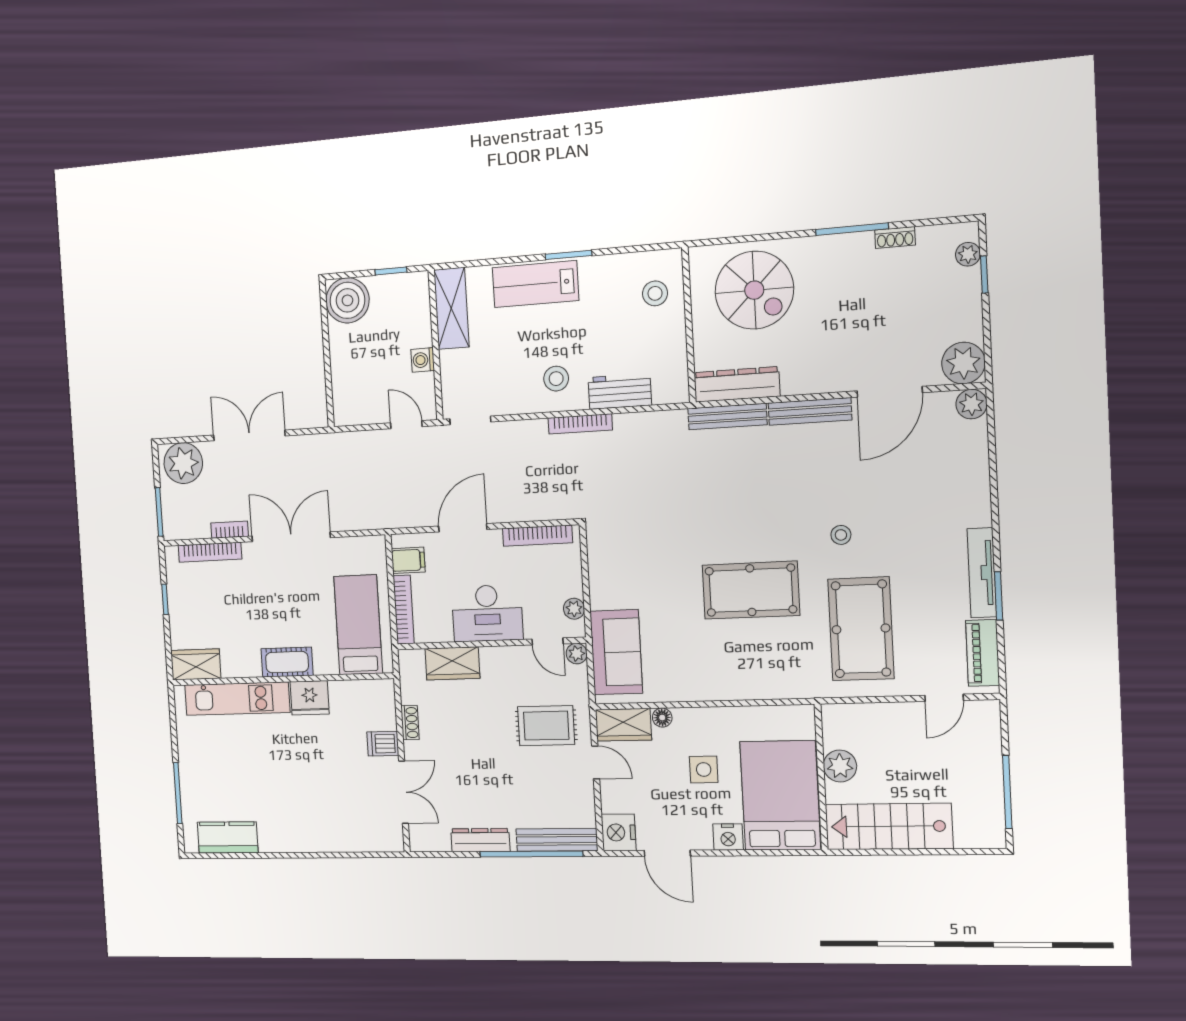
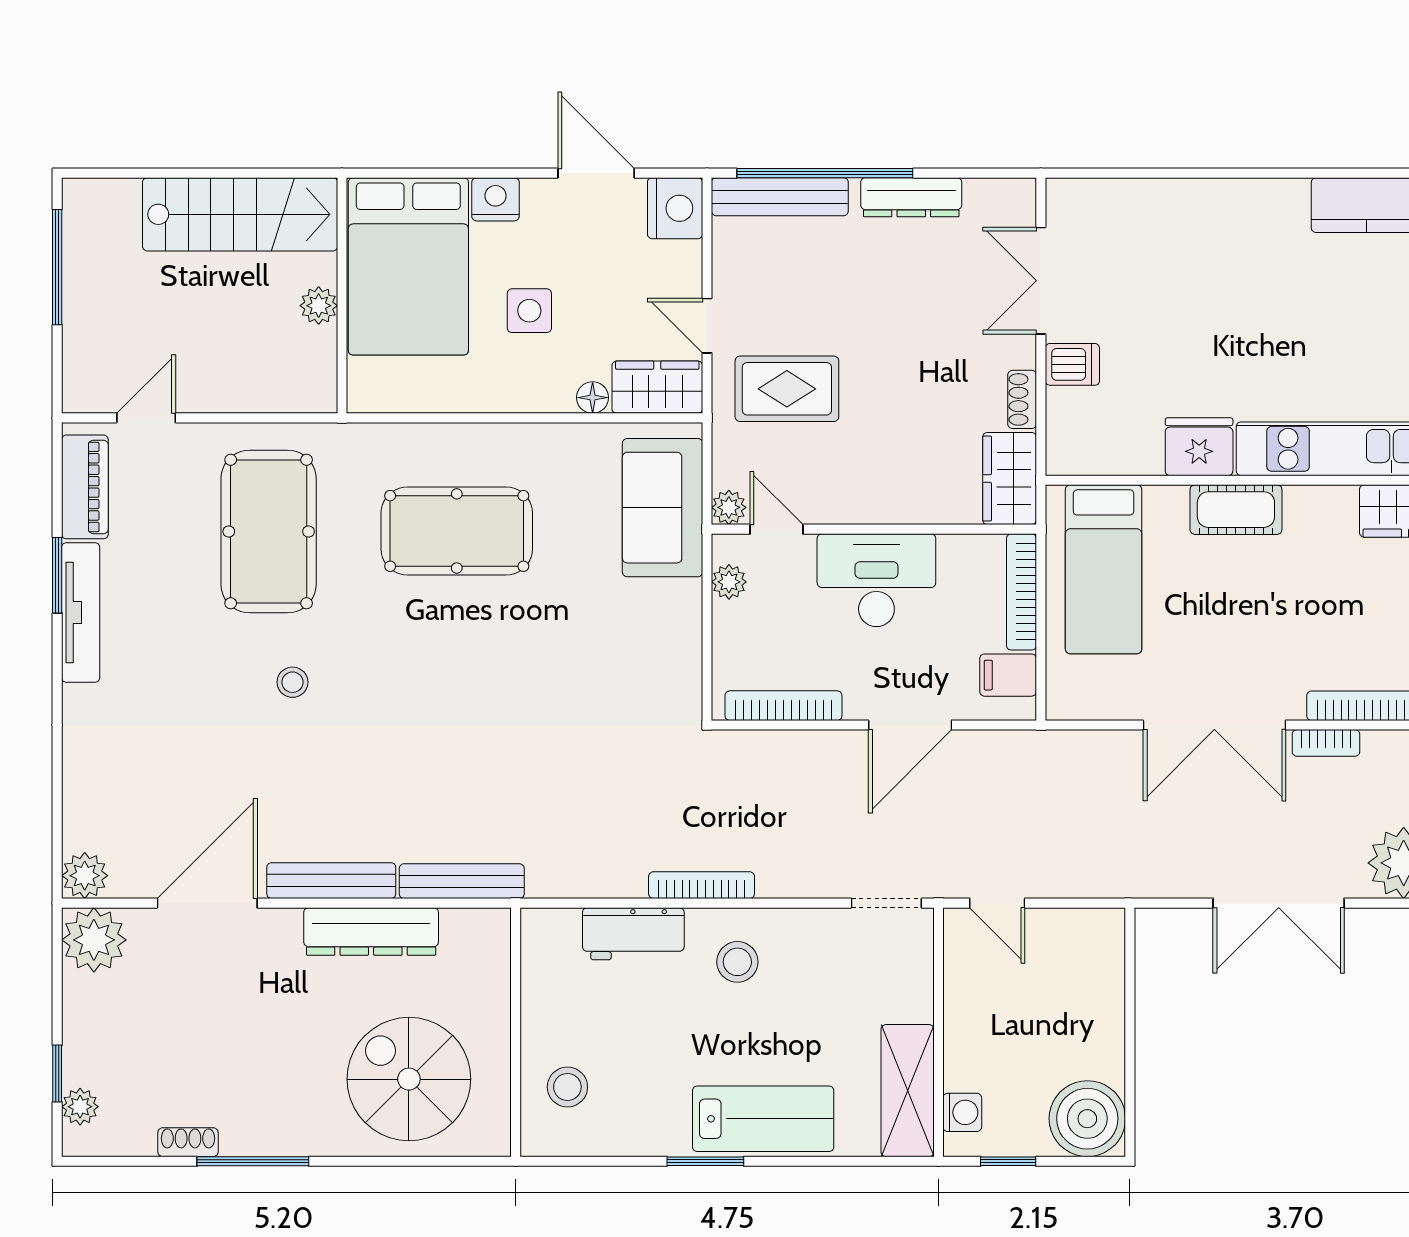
washing machine: (423, 360) -> (962, 1112), moved
dresser: (737, 384) -> (371, 931), moved
pool table: (751, 590) -> (457, 531), moved
wardrobe: (452, 663) -> (1010, 478), moved, turned -90
plant: (840, 766) -> (319, 306), width x0.73, depth x0.73

